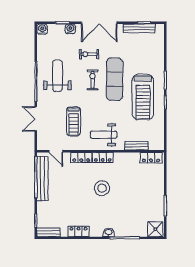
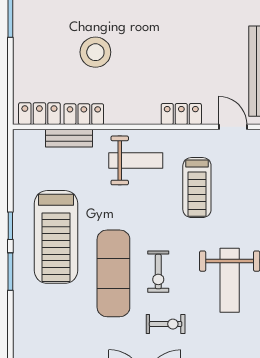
treadmill: (143, 97) -> (56, 237), turned 180
treadmill: (74, 121) -> (197, 188), turned 180
locker: (103, 157) -> (84, 114), moved
stool: (102, 188) -> (95, 52), moved

